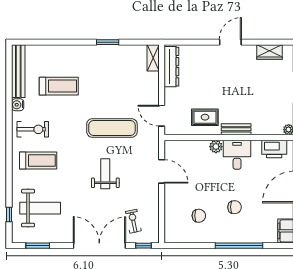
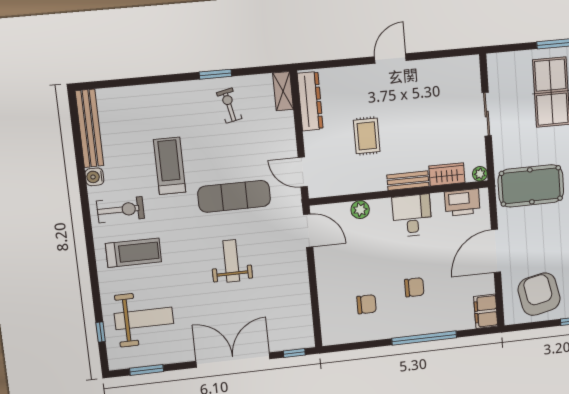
wardrobe: (269, 52) -> (447, 174), moved, turned 180
treadmill: (59, 86) -> (170, 166), moved, turned -90
rug: (205, 117) -> (367, 136), moved, turned 90
plant: (216, 147) -> (360, 210), moved
door: (162, 171) -> (308, 231), moved
exercise bike: (133, 221) -> (229, 106), moved

